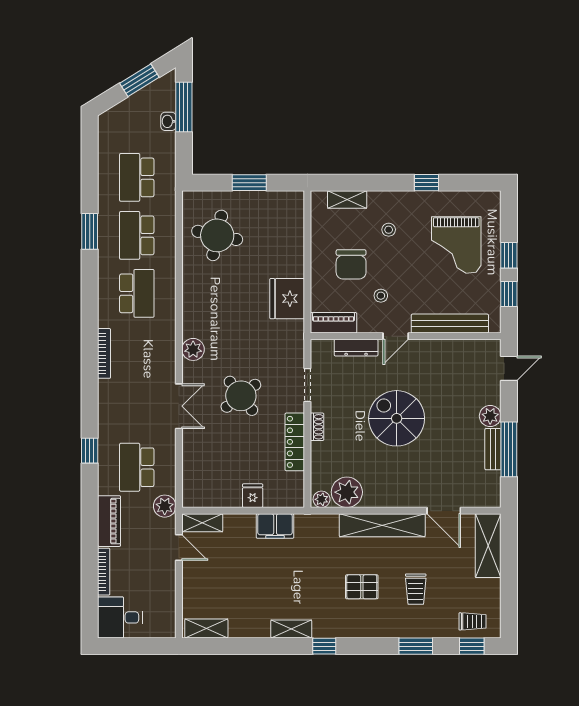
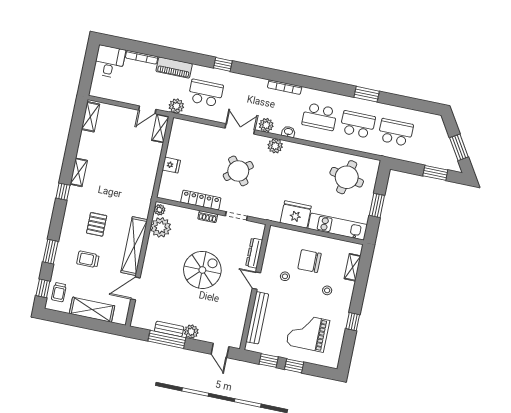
window: (184, 107) -> (435, 173), width x0.69
washbasin: (168, 121) -> (288, 132), moved
kitchen unit: (292, 234) -> (338, 227), added
piano: (333, 323) -> (274, 242), removed
plant: (165, 369) -> (266, 125), added
double door: (179, 406) -> (240, 129), swing flipped
filing cabinet: (275, 526) -> (148, 176), removed
shelving: (488, 546) -> (92, 310), moved

